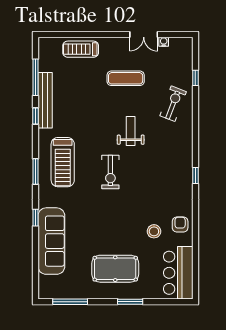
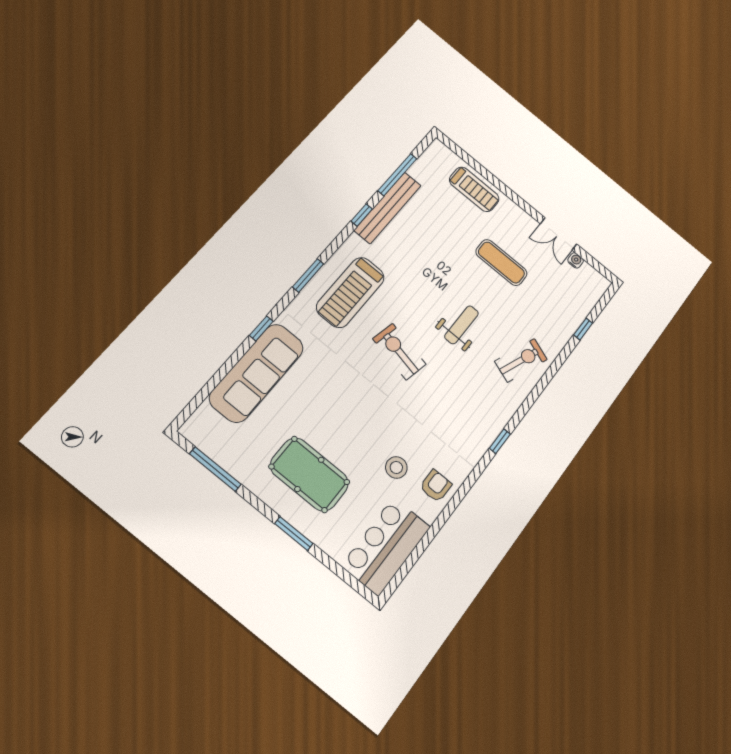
treadmill: (81, 49) -> (474, 189), turned 180
exercise bike: (173, 104) -> (521, 360), moved
exercise bike: (110, 172) -> (399, 352), turned 102

